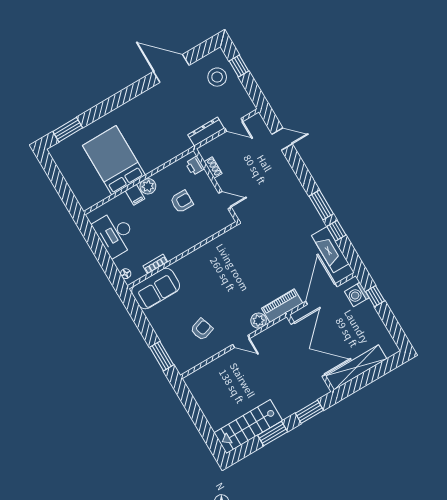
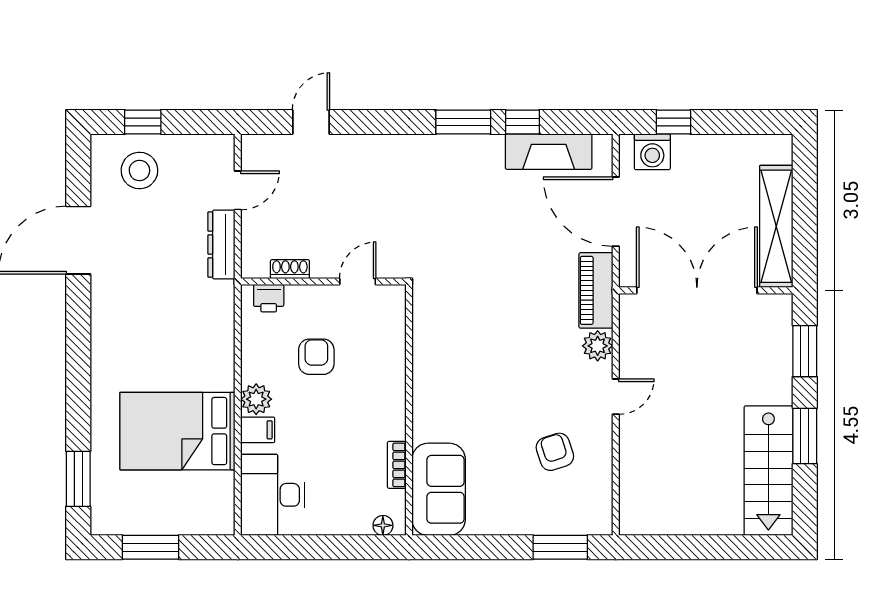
window: (57, 178) -> (150, 547), added
desk: (115, 234) -> (273, 495), moved, turned 90

